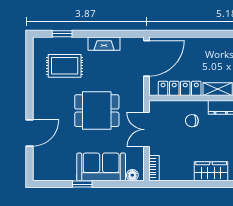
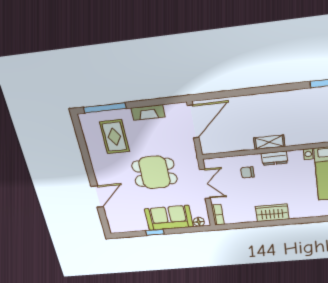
window: (62, 34) -> (105, 108), width x2.17
rug: (65, 66) -> (114, 137), turned 90
locker: (180, 88) -> (231, 145), removed
double door: (147, 130) -> (205, 184), swing flipped

